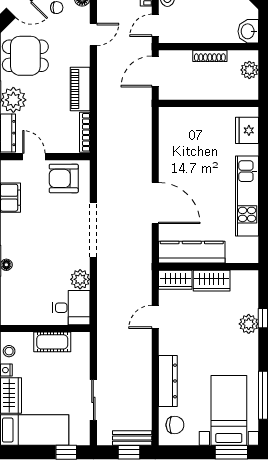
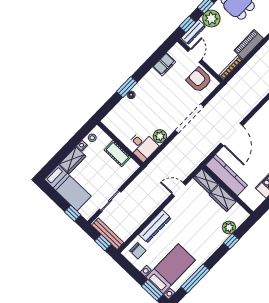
plant: (249, 324) -> (229, 228), moved
bench: (132, 438) -> (108, 234), width x1.36

